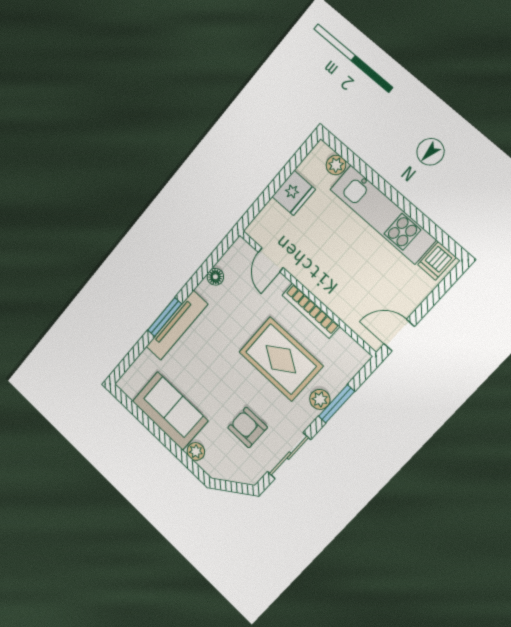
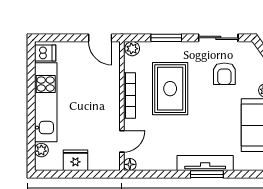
floor lamp: (215, 277) -> (130, 164), moved
plant: (320, 399) -> (132, 49), moved

